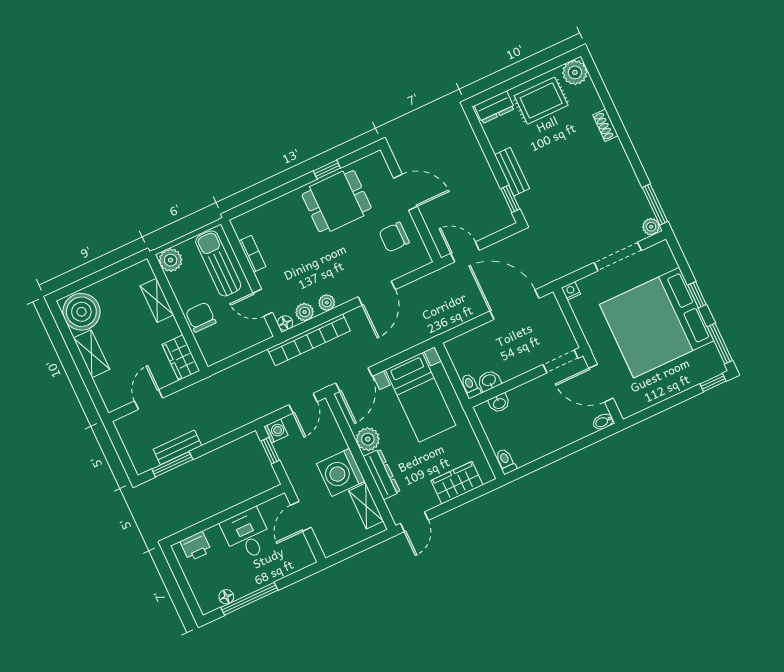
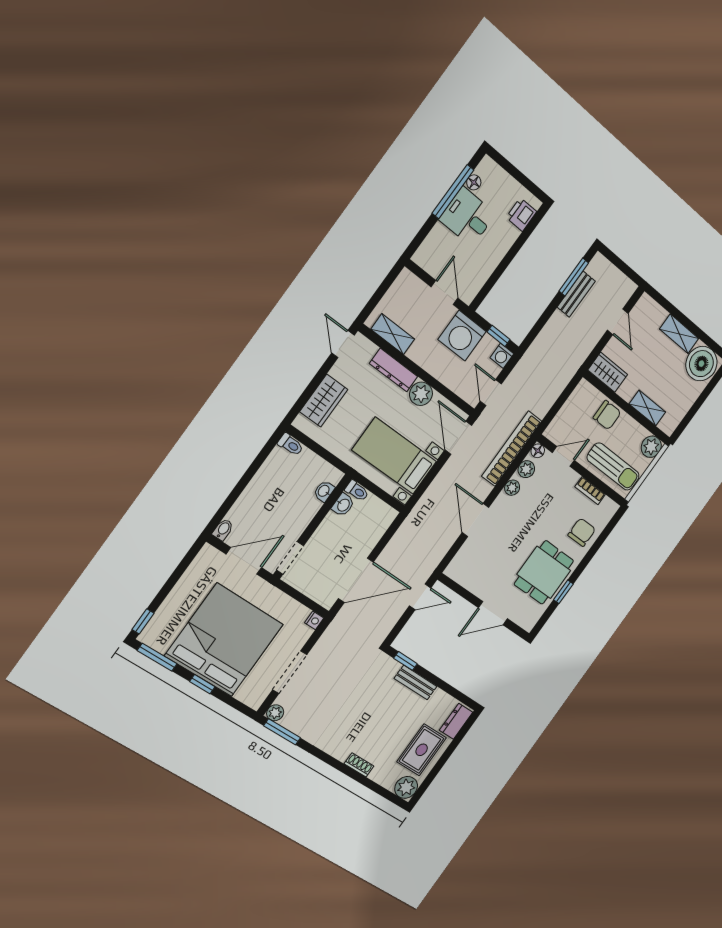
chair: (394, 237) -> (582, 532), moved
washing machine: (341, 472) -> (462, 336), moved, turned 180
desk: (247, 535) -> (467, 217), moved, turned 180

